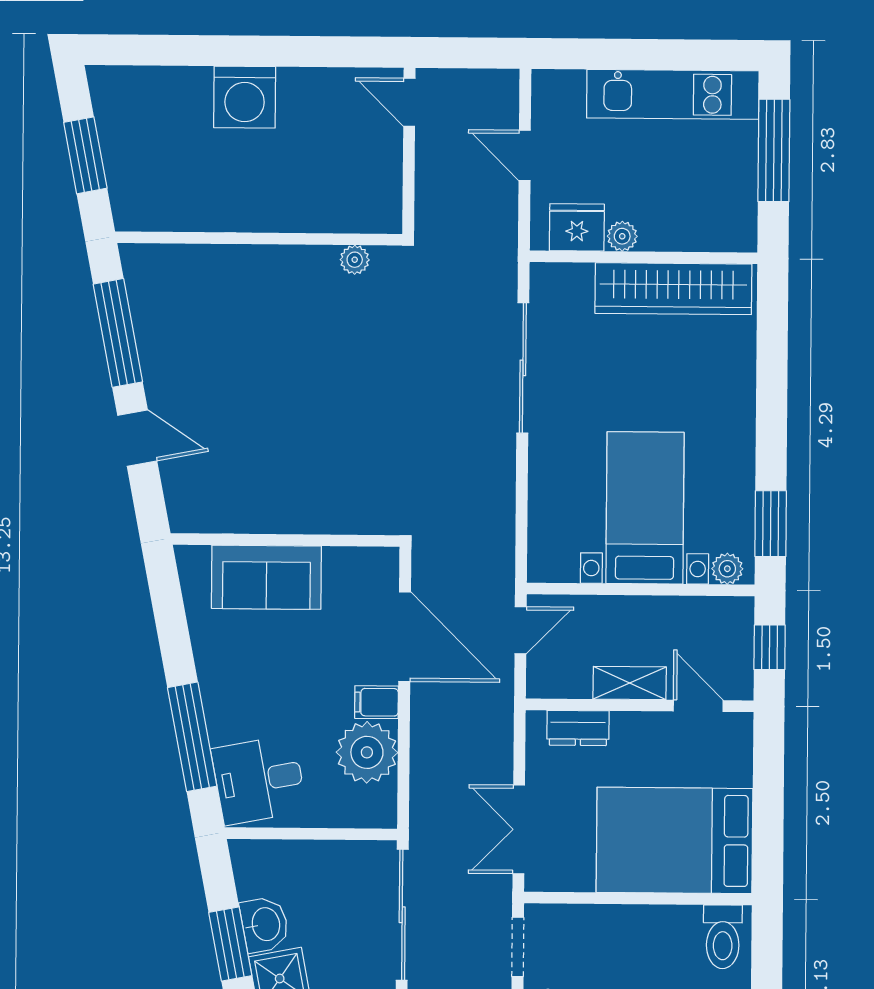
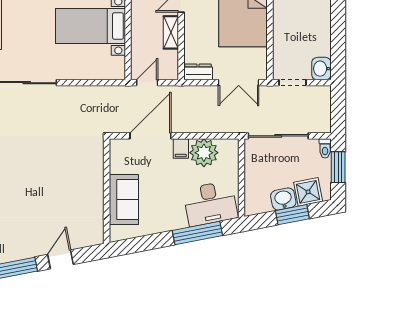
door: (521, 630) -> (147, 83), hinge flipped
dresser: (578, 728) -> (198, 72), moved, turned -90
desk: (259, 780) -> (210, 203), width x1.37

